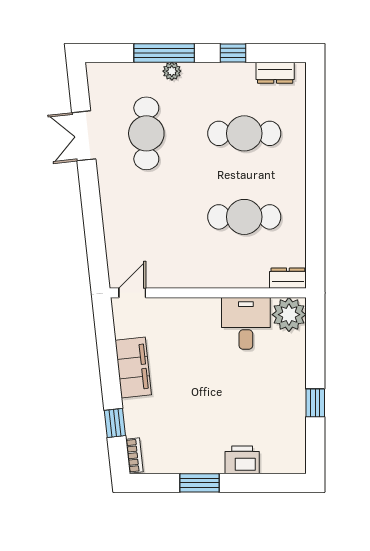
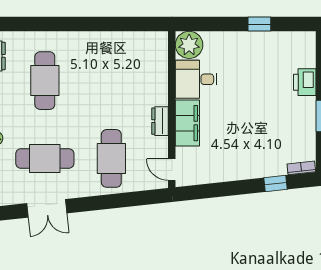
cafe table: (244, 217) -> (111, 158), moved
dresser: (288, 278) -> (160, 121), moved
filing cabinet: (133, 368) -> (187, 123), moved, turned 96

